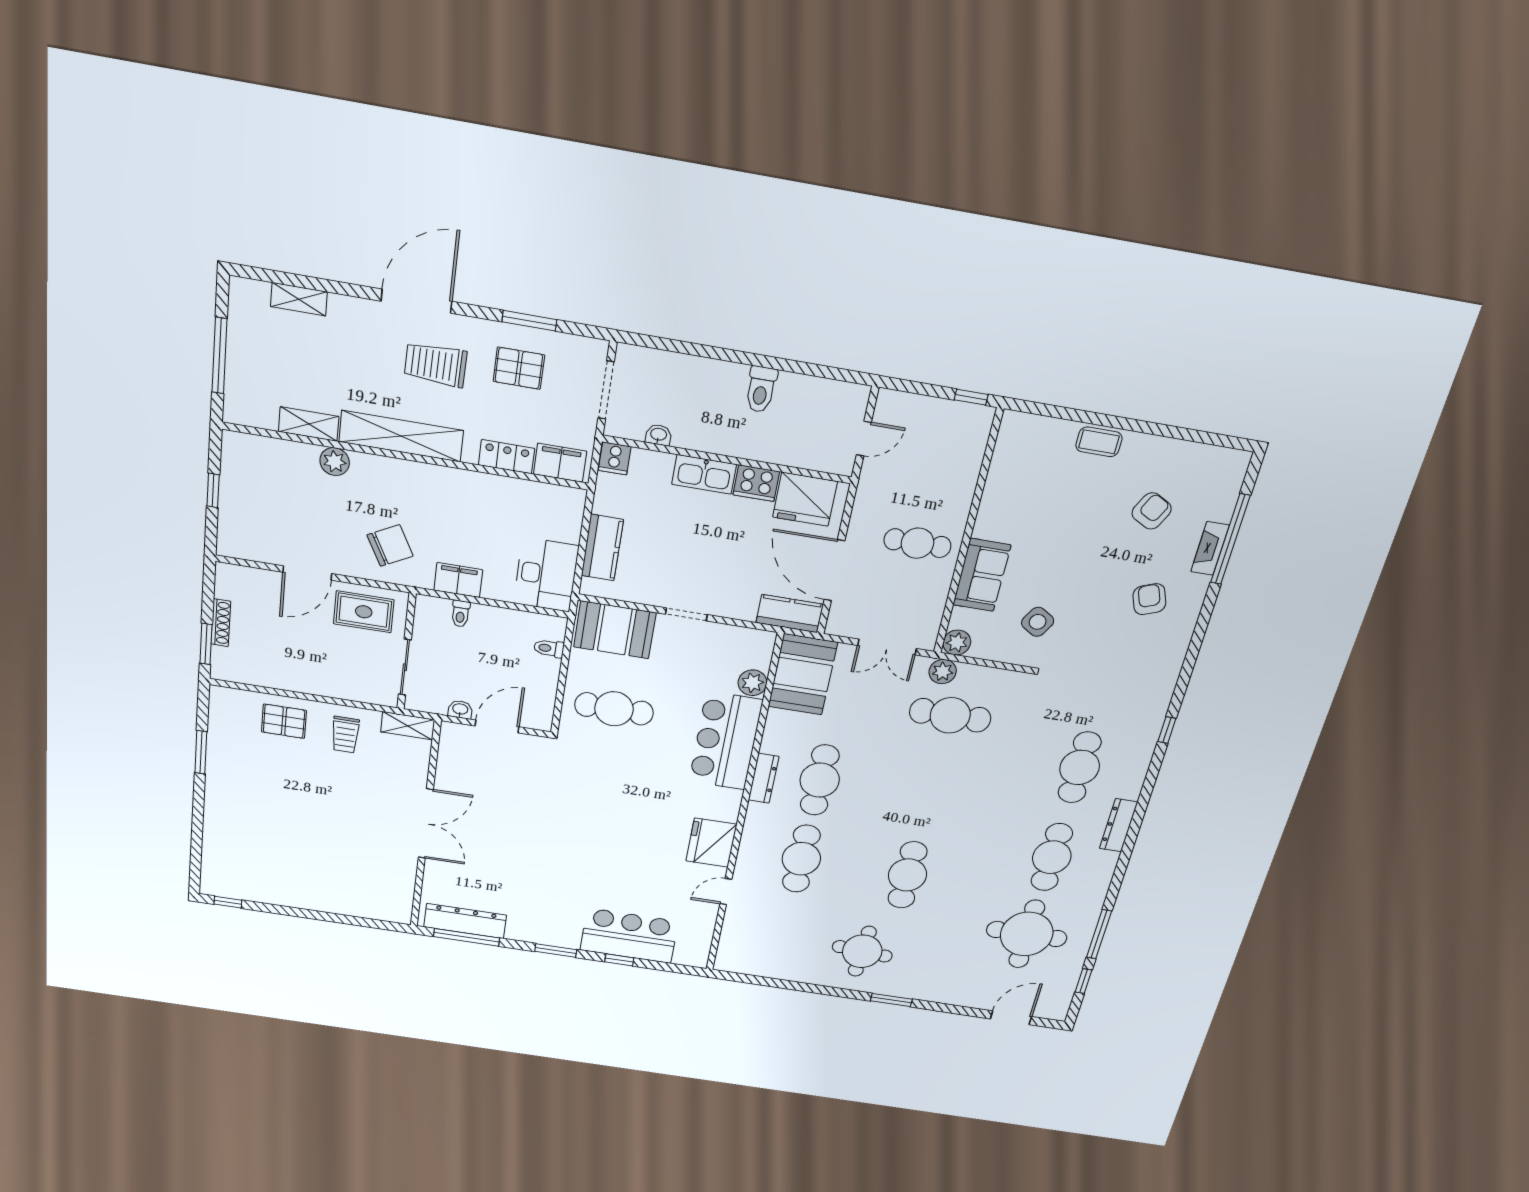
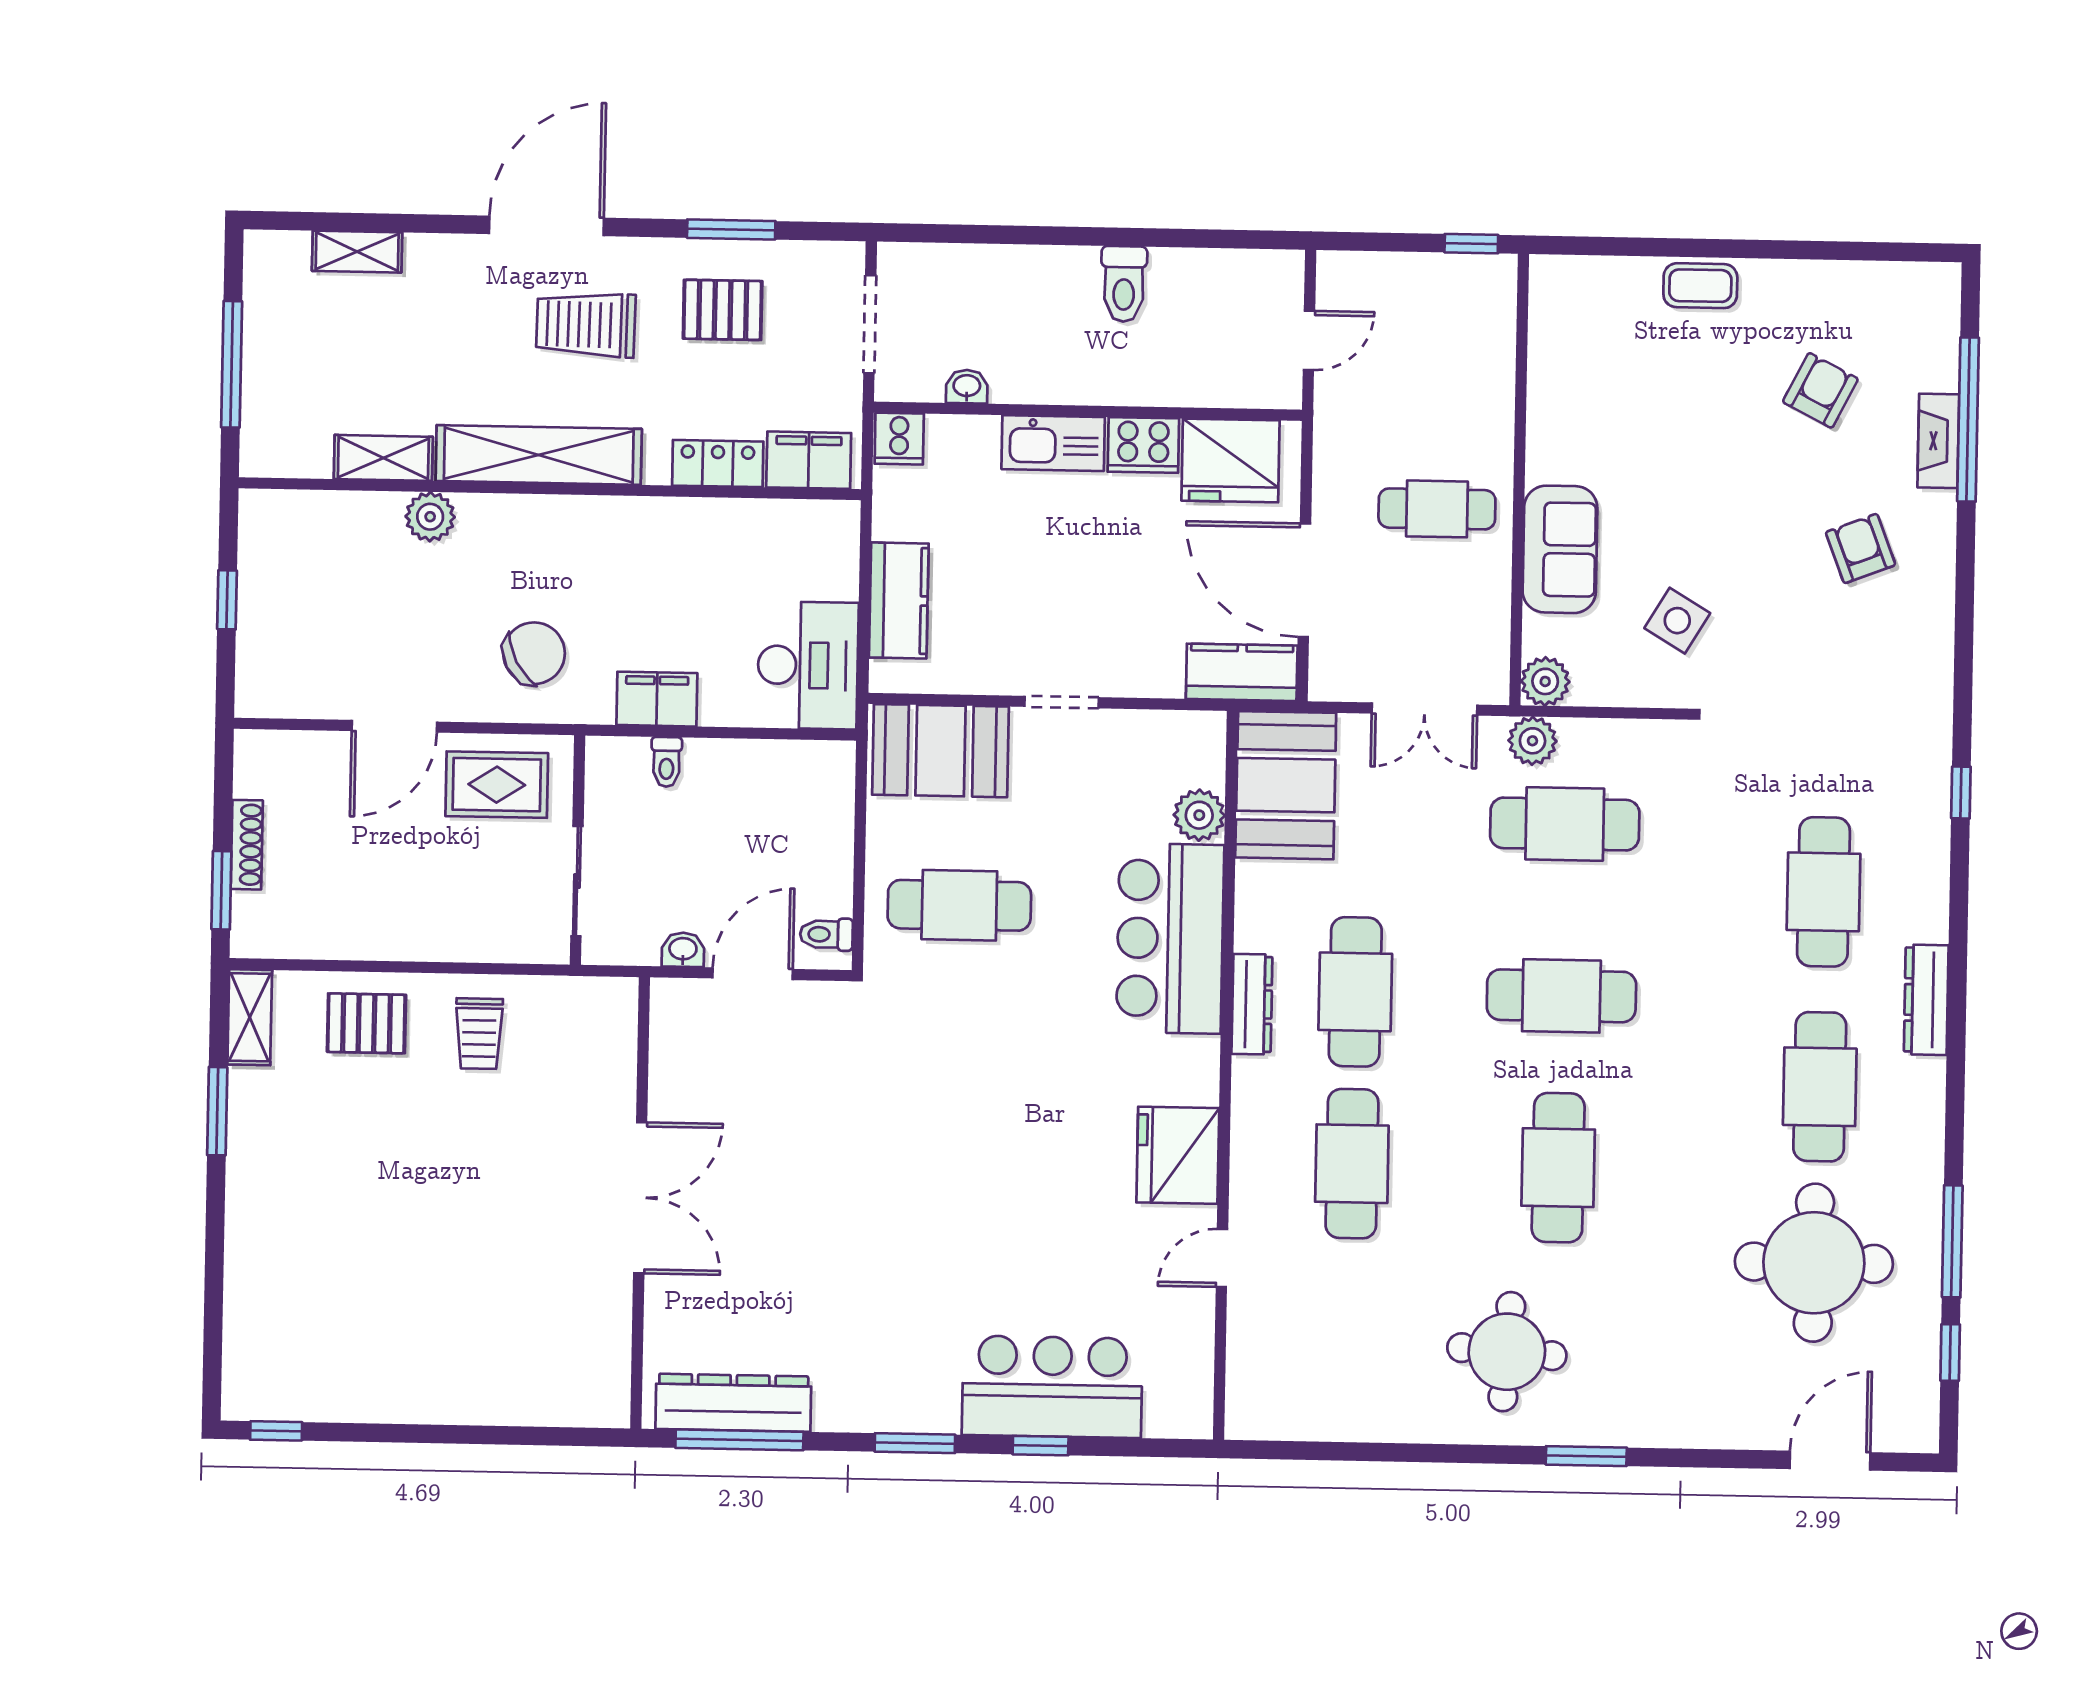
toilet: (549, 648) -> (826, 934), moved
shelving: (408, 726) -> (250, 1017), moved, turned 90
cafe table: (928, 797) -> (1561, 996), added

